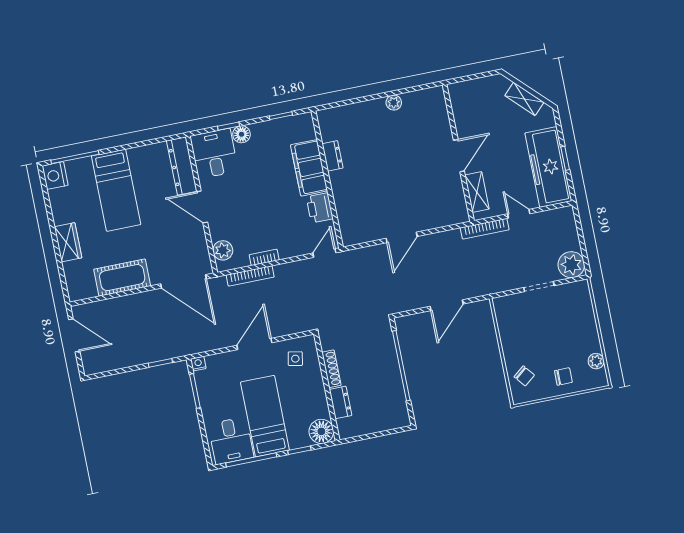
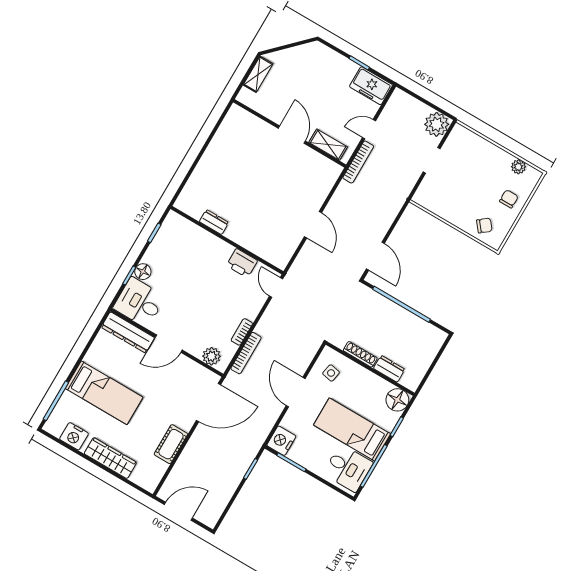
shelving: (524, 99) -> (258, 74), moved, turned -45
plant: (394, 103) -> (215, 147), removed
freezer: (548, 167) -> (371, 86), width x0.52, depth x0.79
filing cabinet: (309, 168) -> (208, 246), removed
nightstand: (55, 176) -> (74, 436), moved
wardrobe: (68, 242) -> (110, 458), width x1.50
cot: (122, 278) -> (171, 444), width x0.73, depth x0.75
door: (447, 305) -> (375, 256), moved
nightstand: (198, 364) -> (281, 441), width x1.89, depth x1.79

